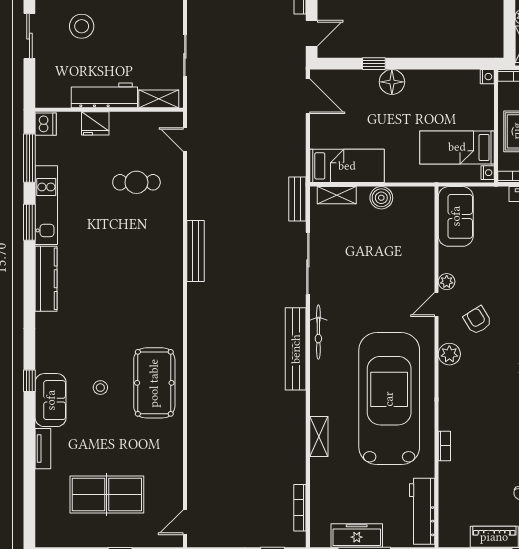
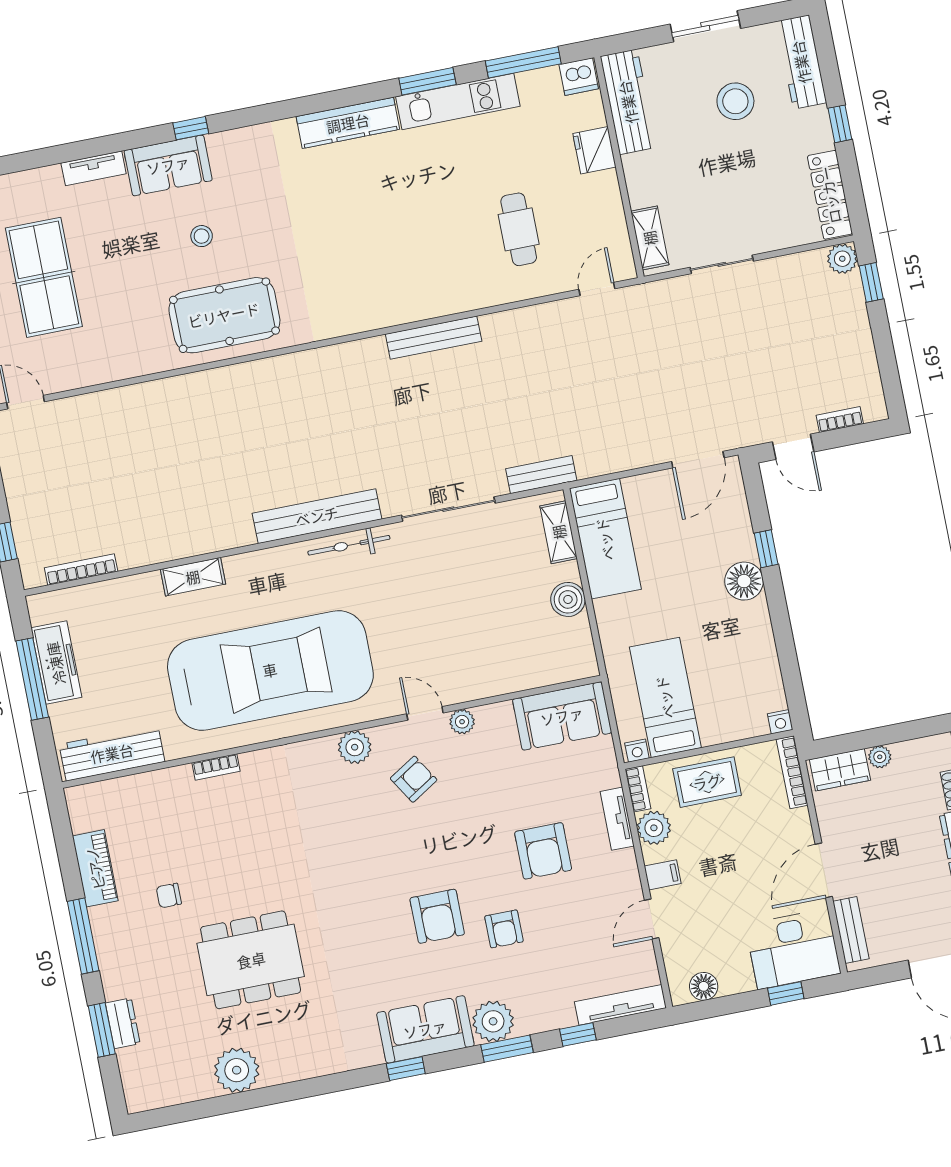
workbench: (104, 95) -> (628, 102), moved

